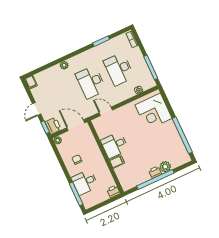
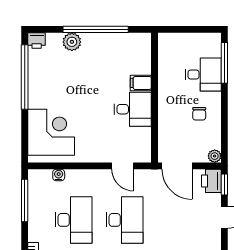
printer: (155, 172) -> (37, 41), moved
printer: (113, 191) -> (167, 41), removed

